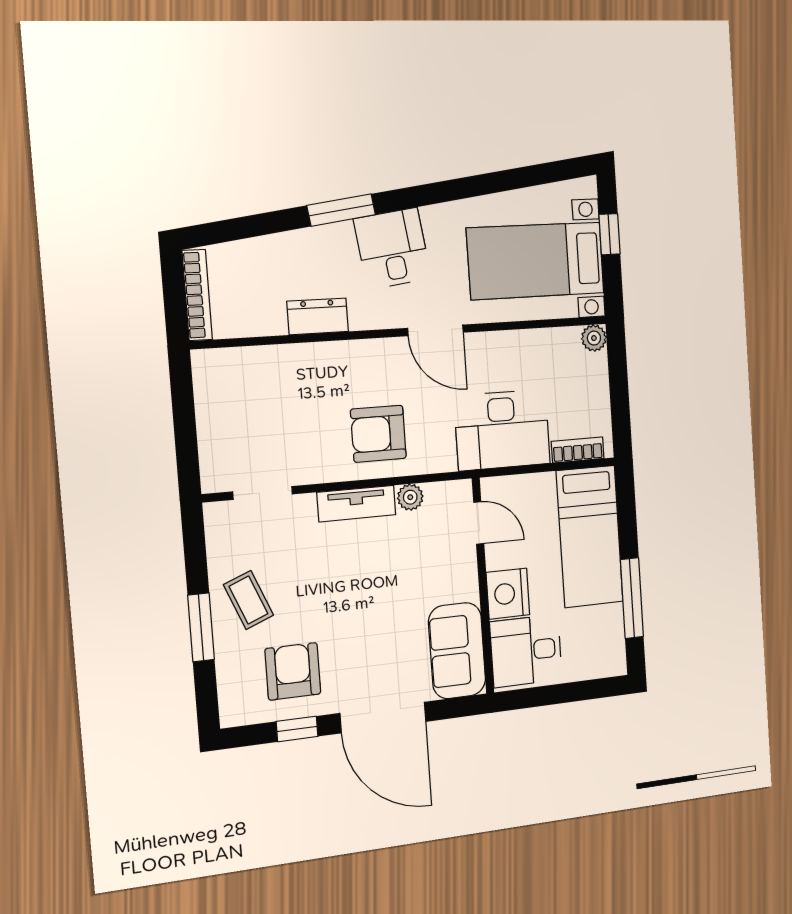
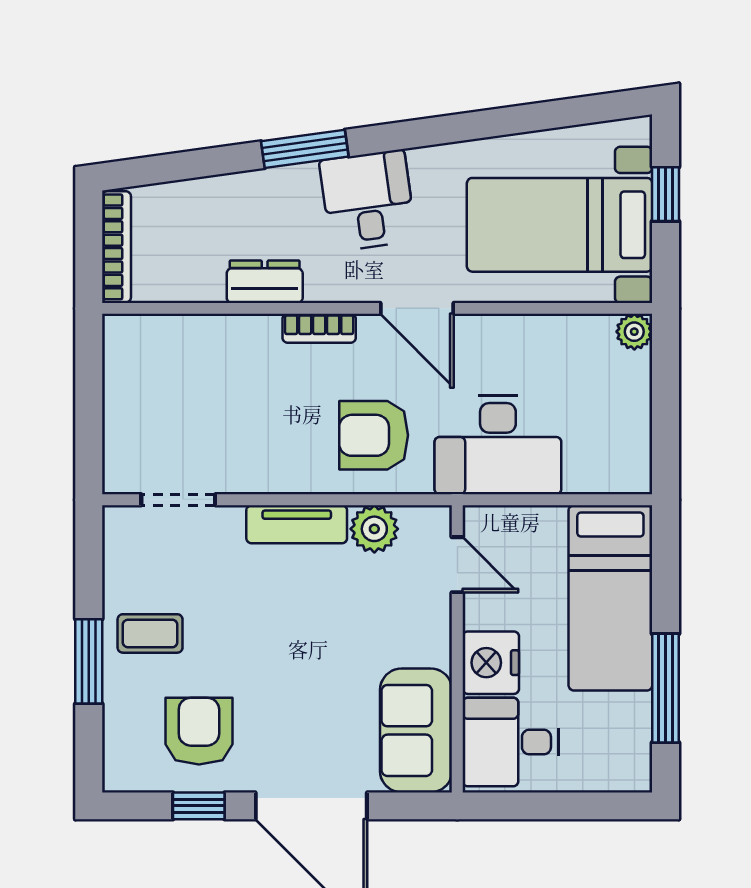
armchair: (378, 434) -> (374, 435), moved
bookcase: (578, 450) -> (319, 328), moved, turned 180
plant: (410, 497) -> (374, 529), width x1.38, depth x1.38
coffee table: (248, 600) -> (150, 633), turned -68

